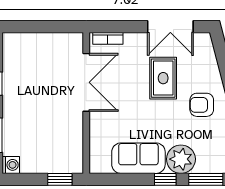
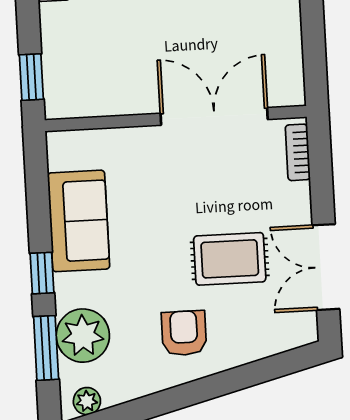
double door: (86, 82) -> (214, 116), swing flipped
plant: (181, 159) -> (83, 336), moved

